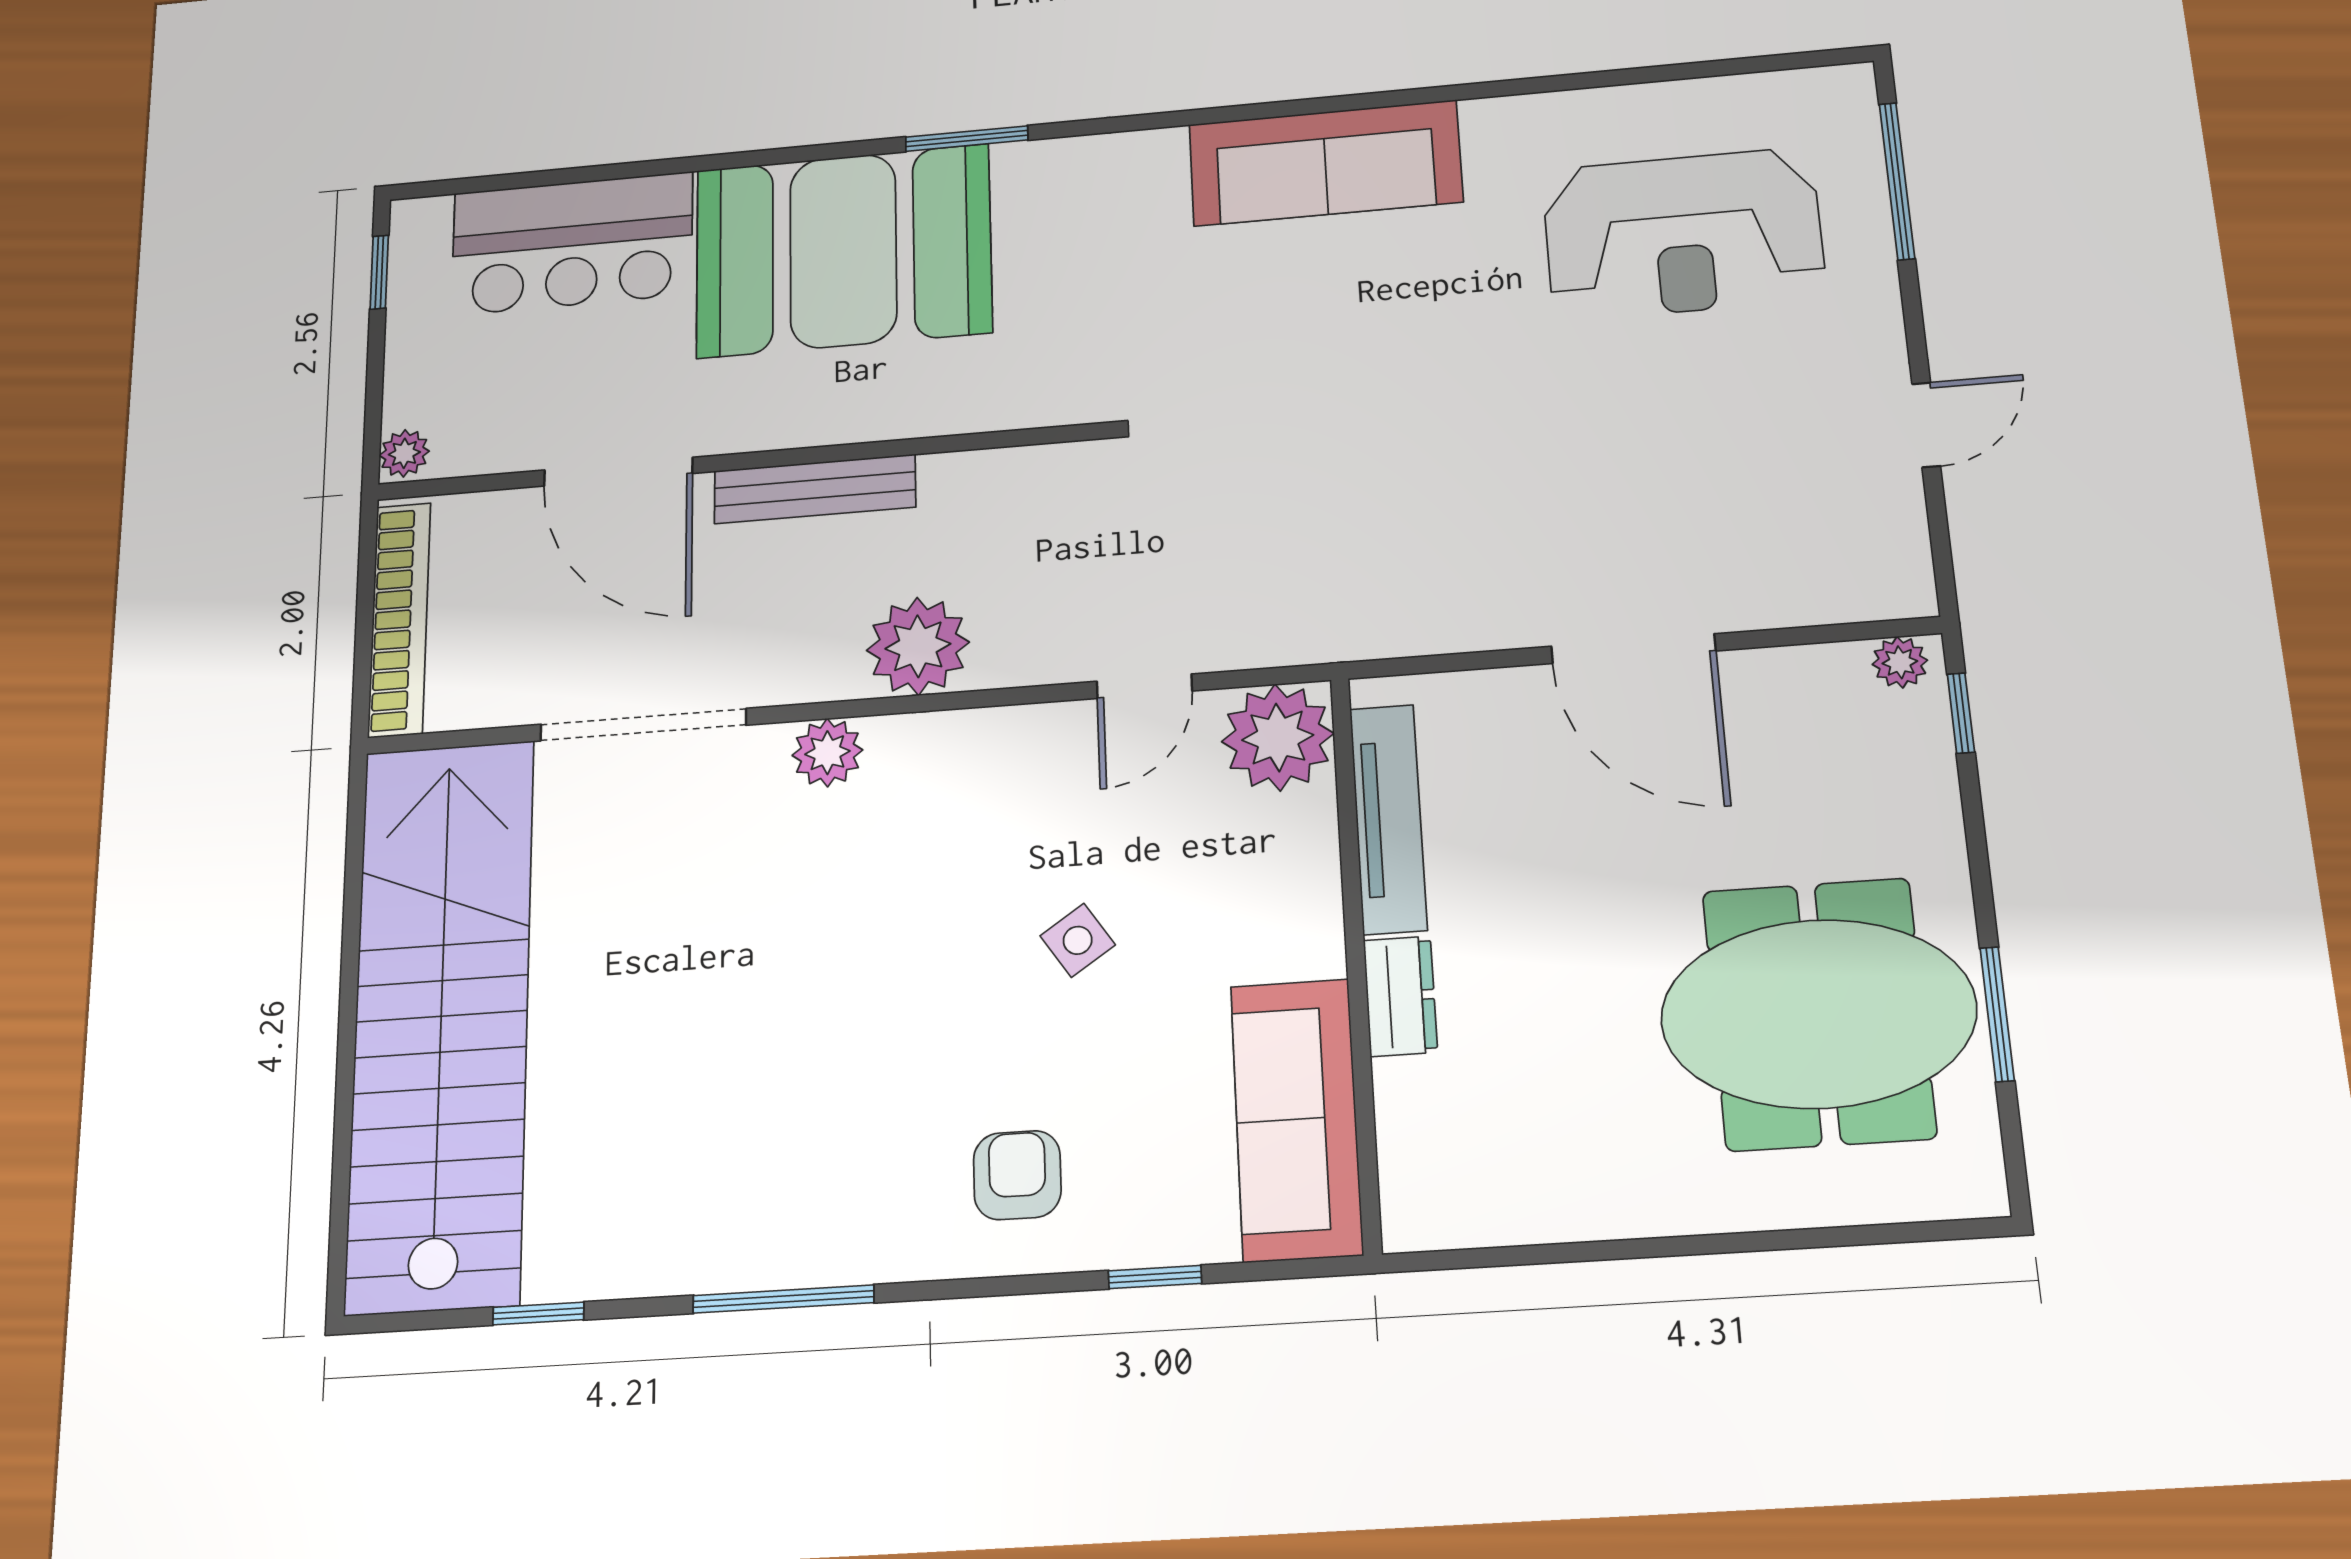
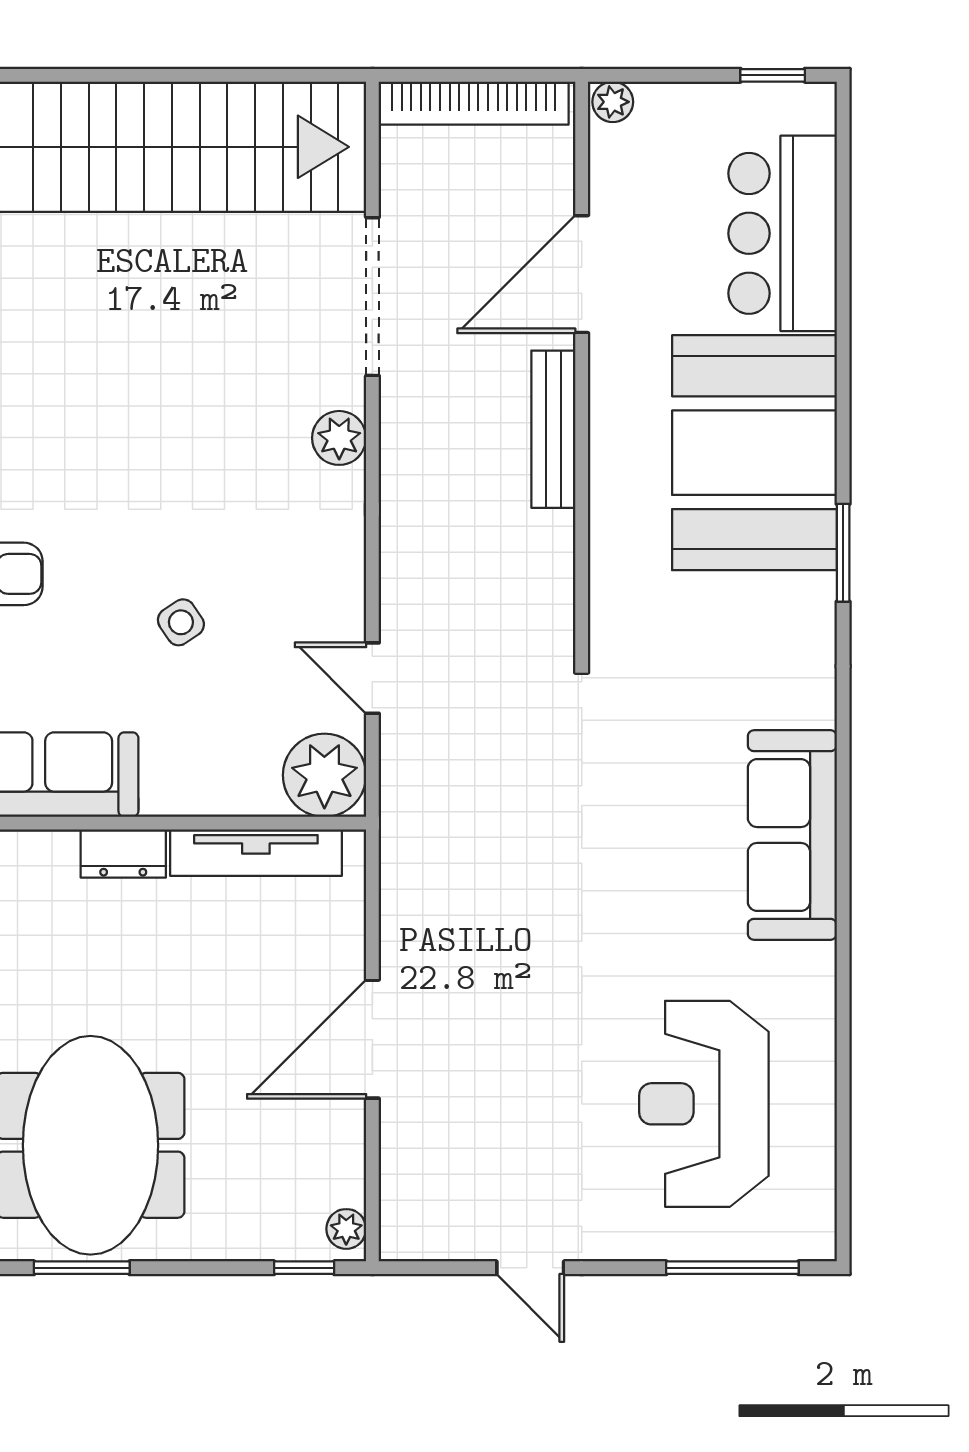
plant: (918, 646) -> (418, 508), removed

